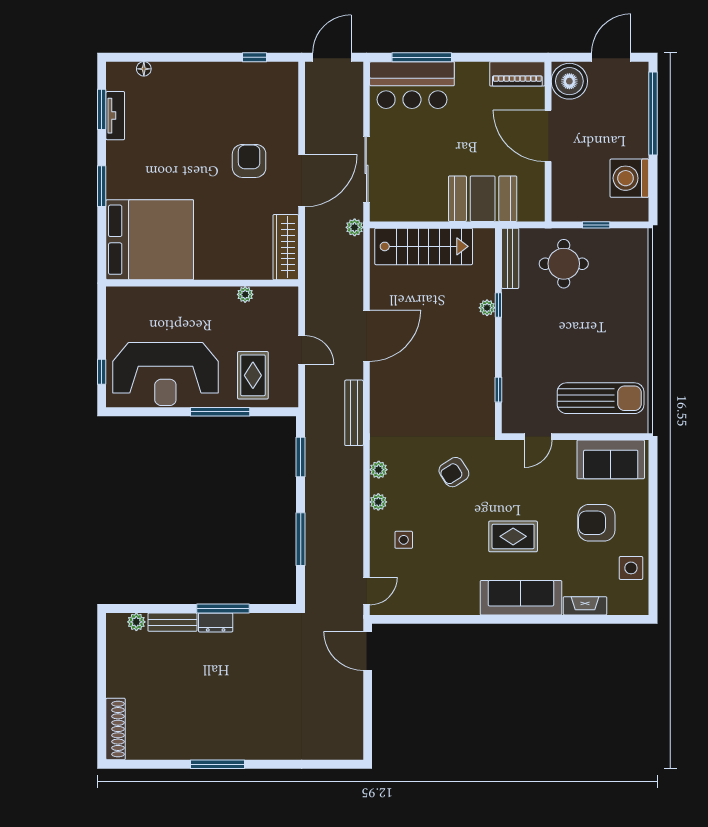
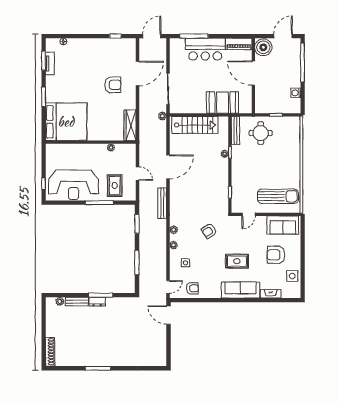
bar counter: (412, 85) -> (205, 49), moved
armchair: (249, 161) -> (113, 85), turned 90
washing machine: (629, 178) -> (296, 93), width x0.53, depth x0.53
door: (302, 181) -> (138, 74), moved
armchair: (418, 594) -> (192, 288), added

